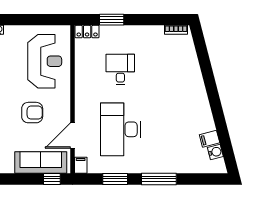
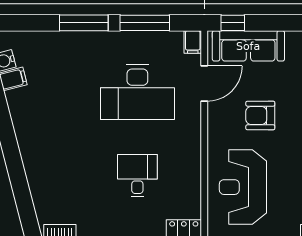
desk: (120, 69) -> (137, 176), turned 180
desk: (120, 129) -> (137, 92), turned 90
window: (115, 179) -> (145, 23), width x1.44

